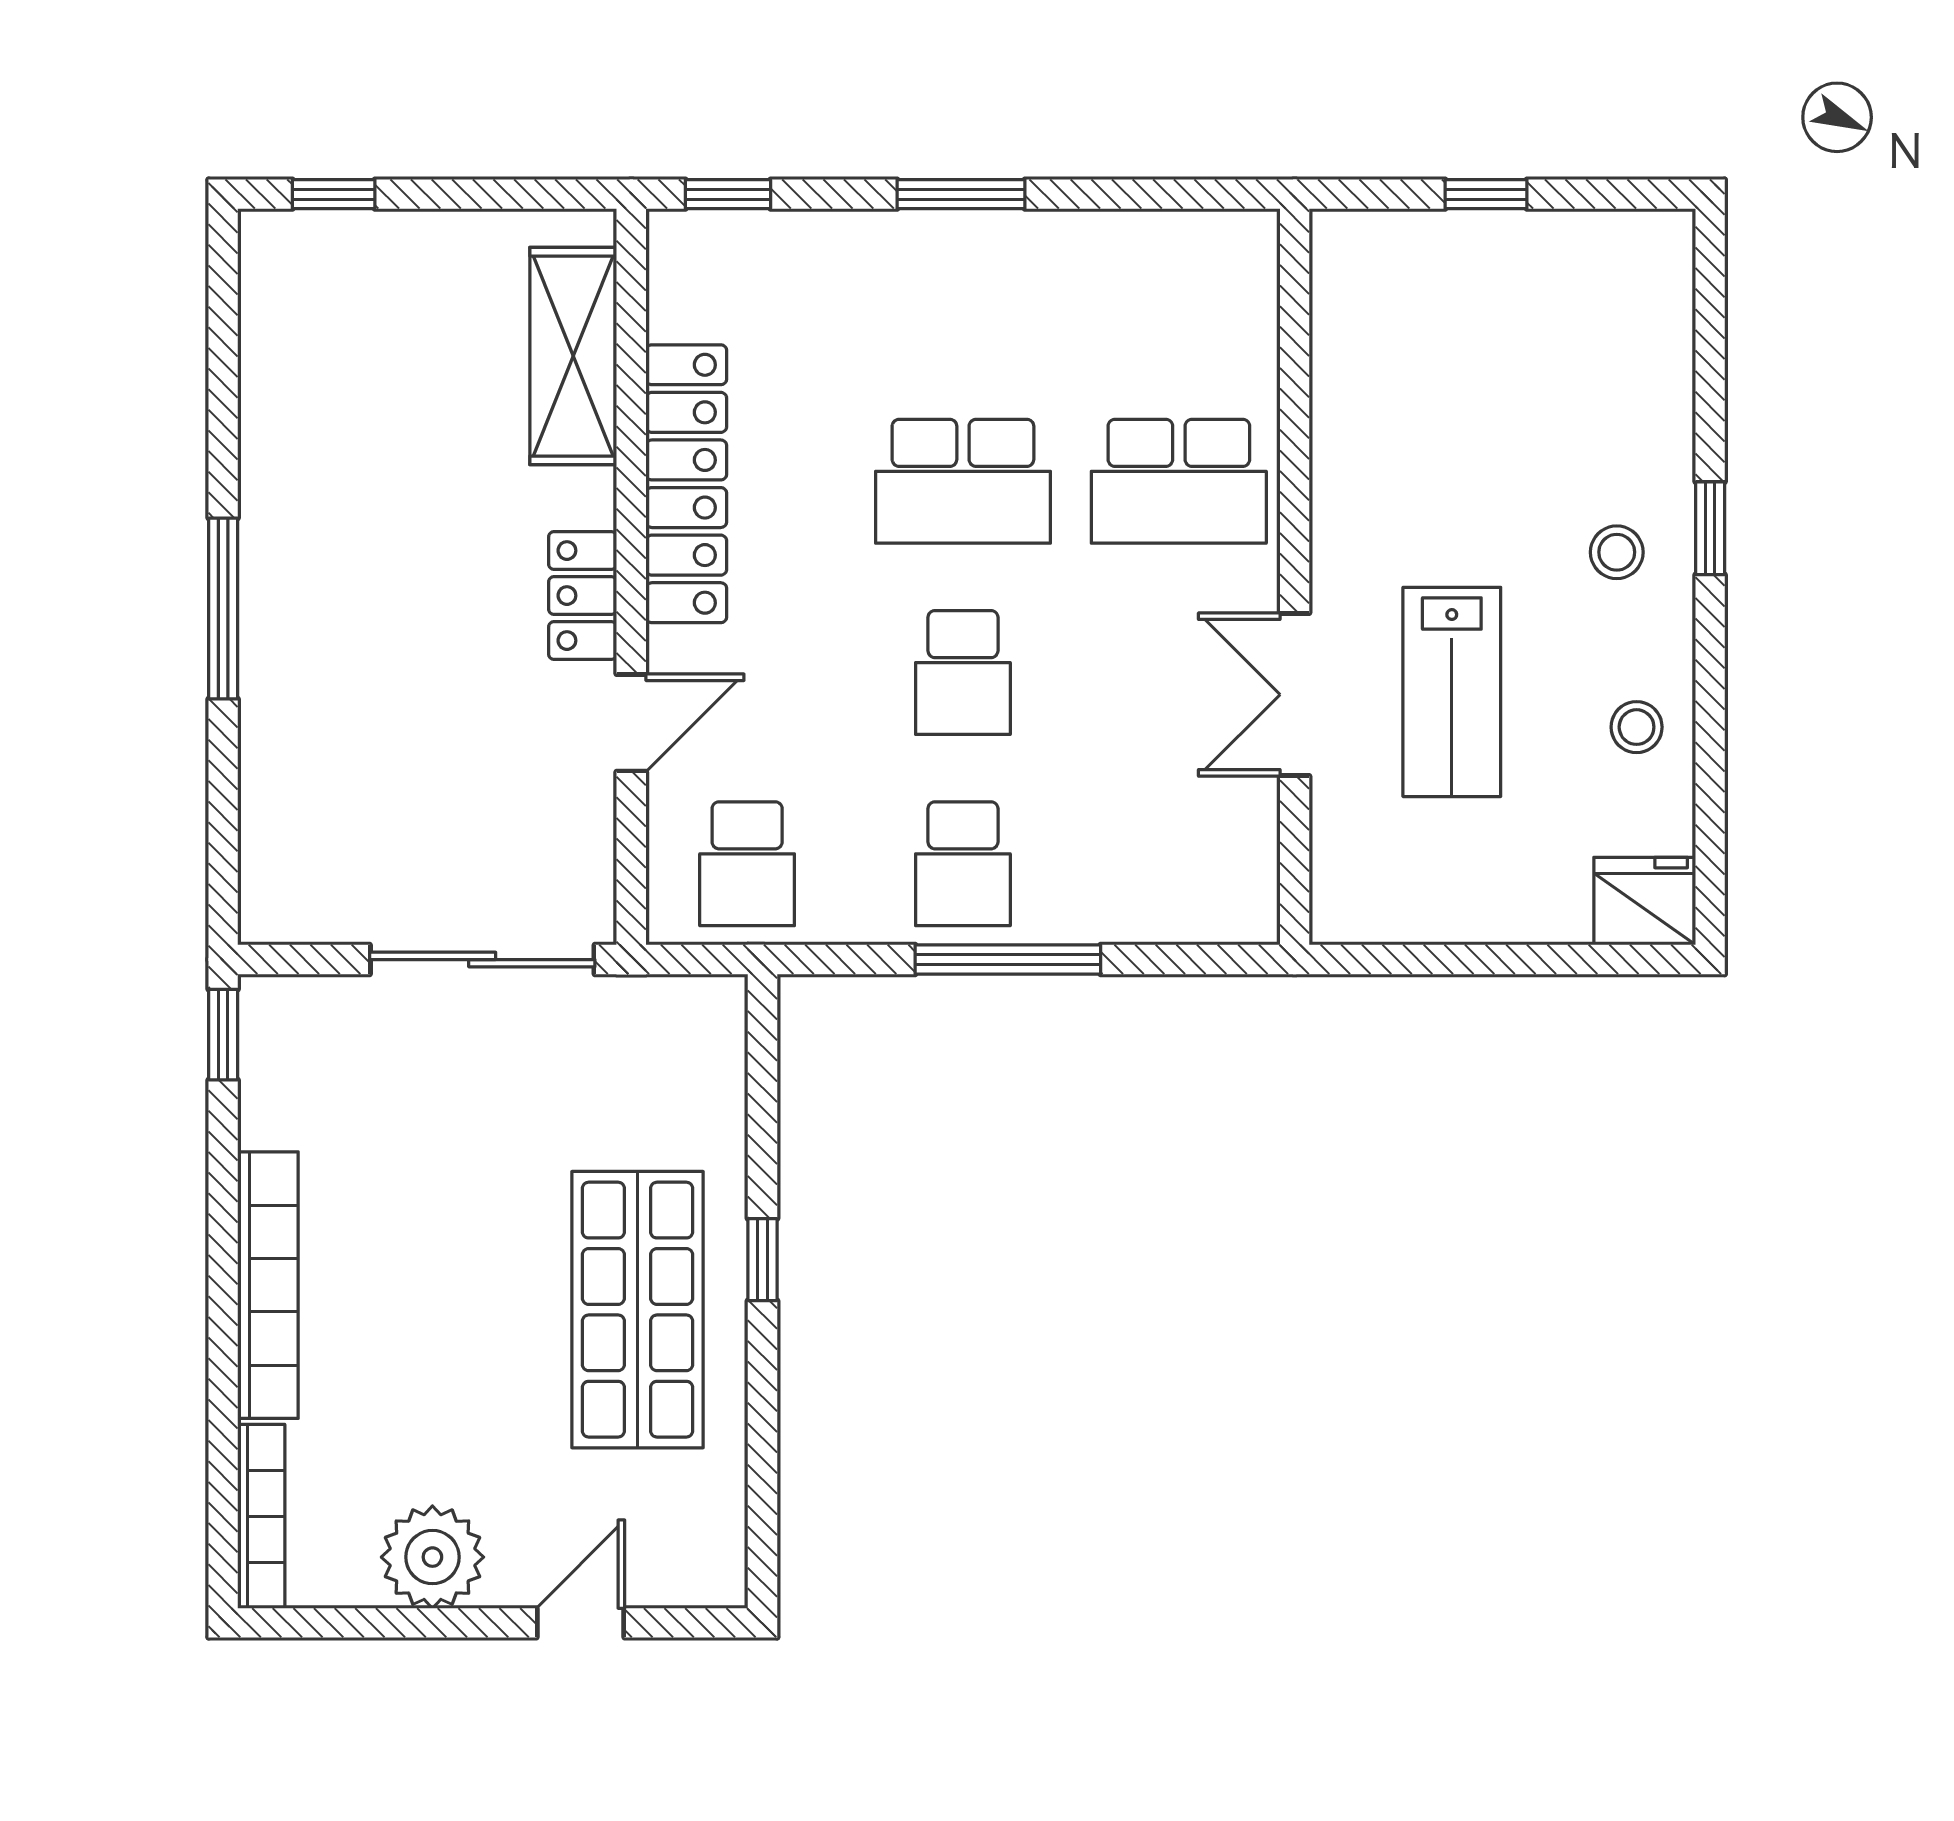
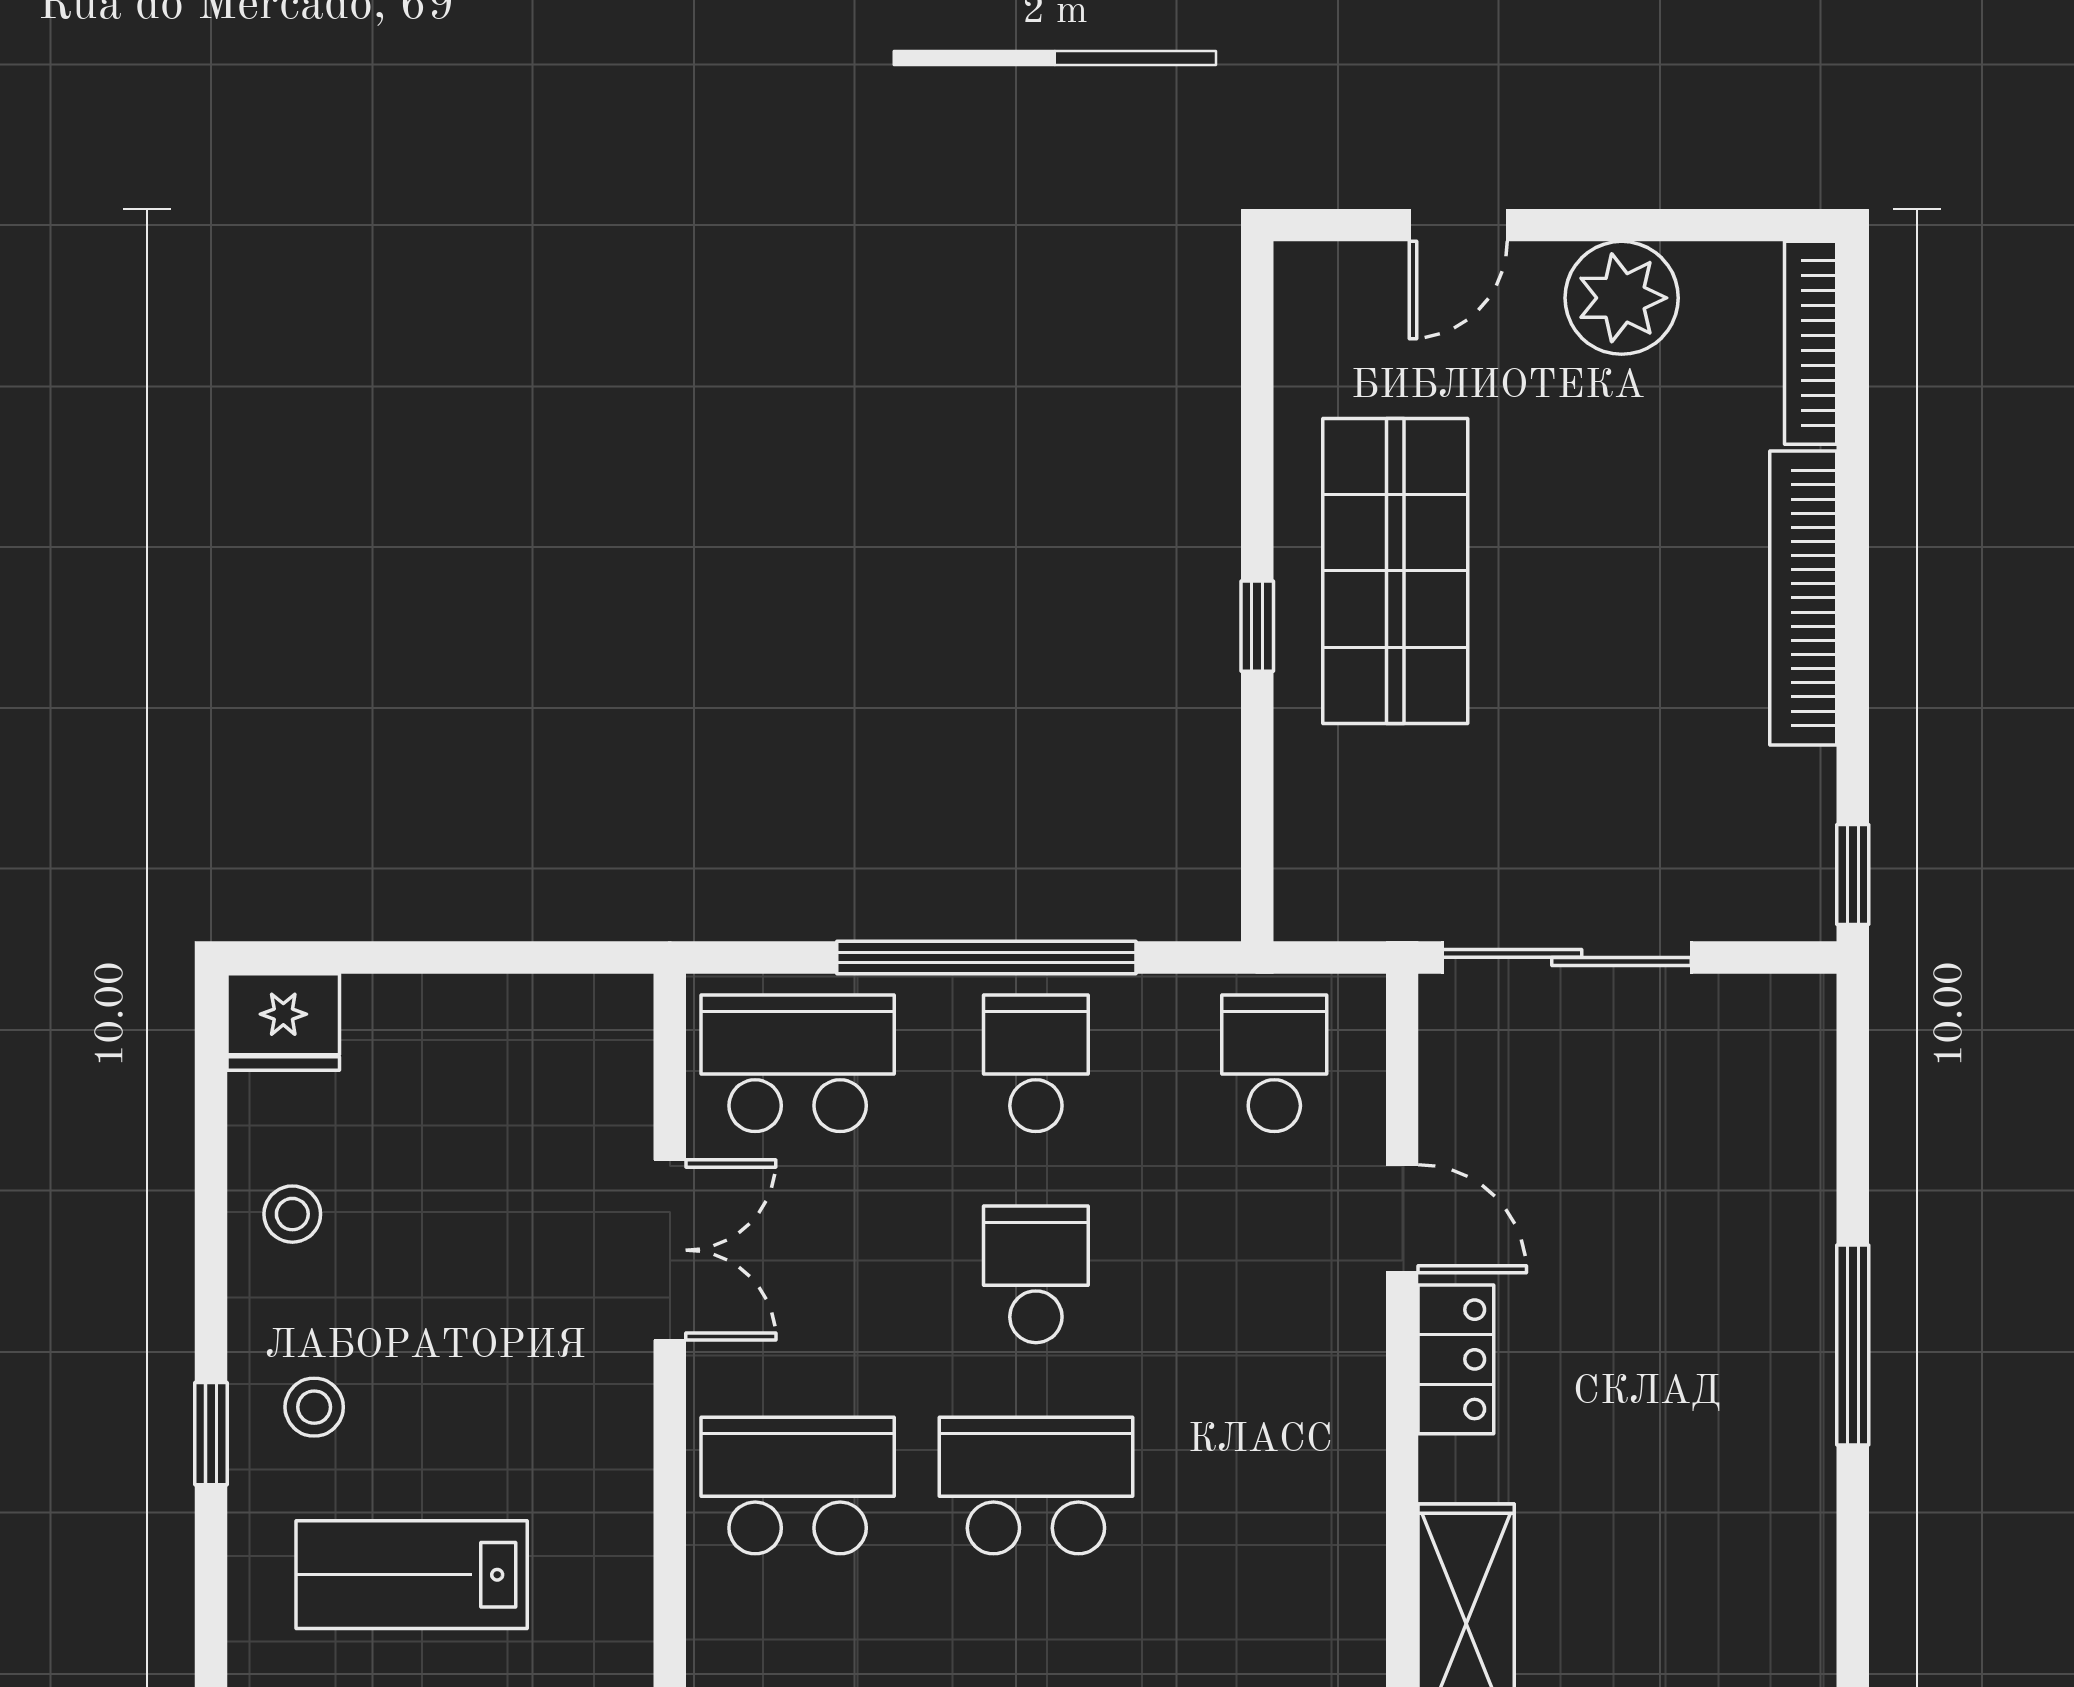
locker: (686, 484) -> (1341, 1483), removed
lab bench: (1452, 692) -> (412, 1575), moved, turned -90
door: (631, 723) -> (1402, 1219), swing flipped
school desk: (1179, 864) -> (798, 1063), added
window: (1008, 960) -> (986, 957), width x1.46

